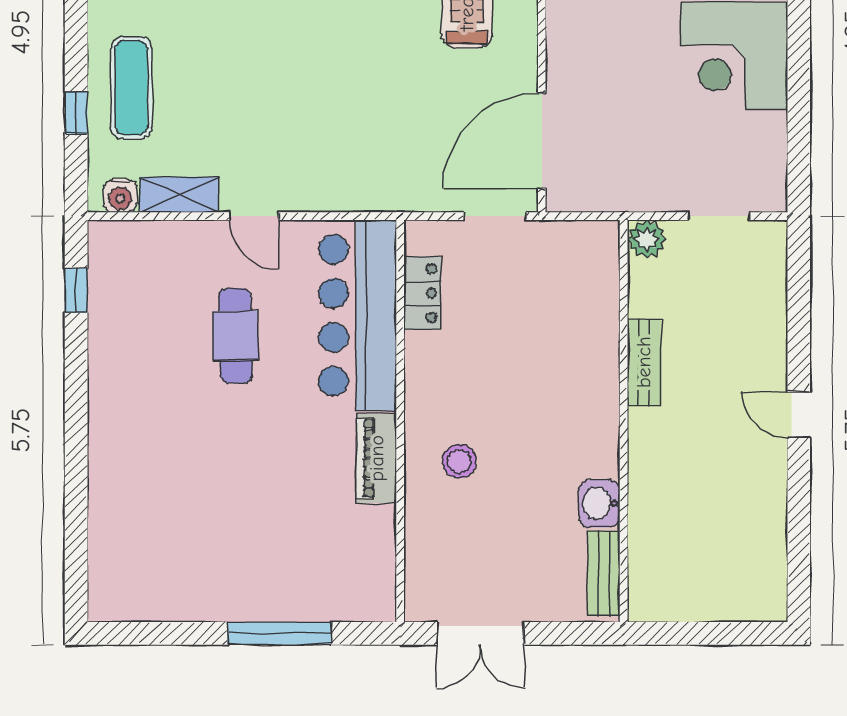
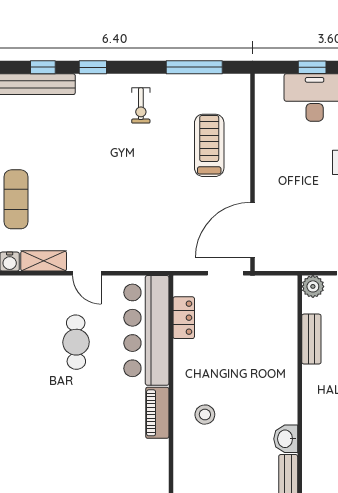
bench: (644, 362) -> (311, 339), moved

